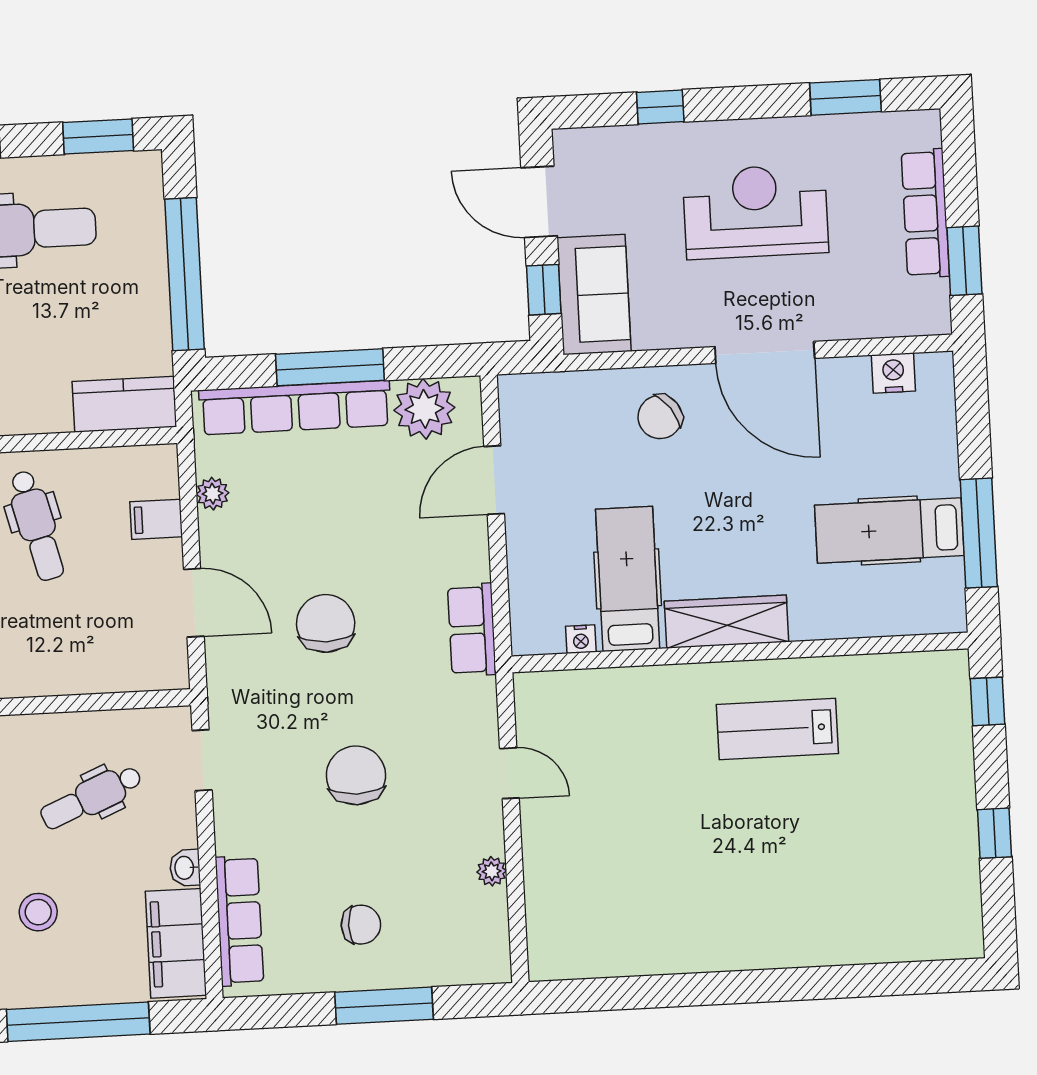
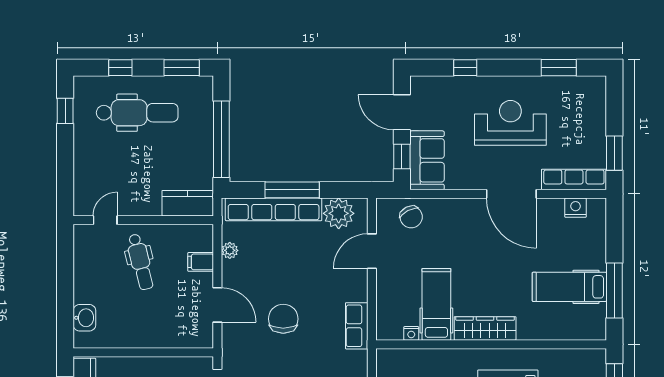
row of seats: (925, 213) -> (574, 179), moved, turned 90
chair: (660, 417) -> (411, 217), moved, turned -81

